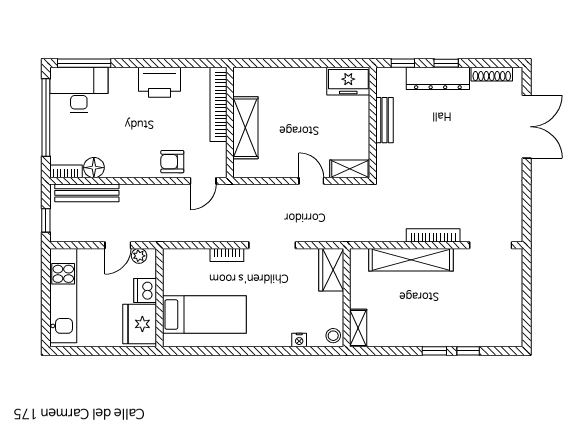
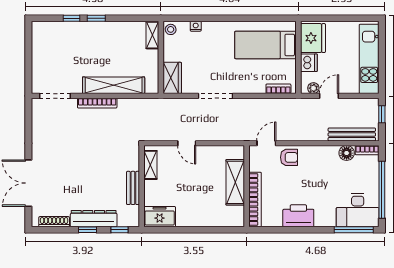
shelving: (350, 169) -> (150, 165), moved, turned 90
bookcase: (227, 255) -> (278, 89), moved

